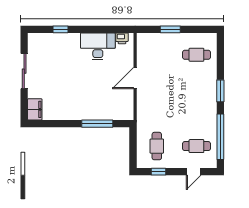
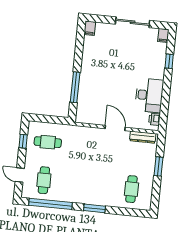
filing cabinet: (35, 38) -> (163, 35), added
dresser: (142, 49) -> (143, 137), added
filing cabinet: (35, 109) -> (90, 28), width x0.50

